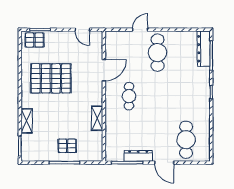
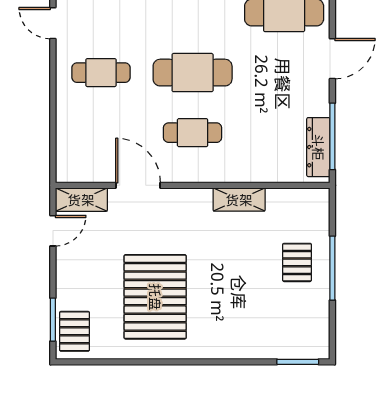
door: (140, 30) -> (53, 23), moved
cafe table: (158, 53) -> (101, 73), width x0.73, depth x0.74
cafe table: (158, 96) -> (193, 73), added
shelving: (27, 121) -> (81, 200), moved
dresser: (138, 156) -> (318, 147), moved

